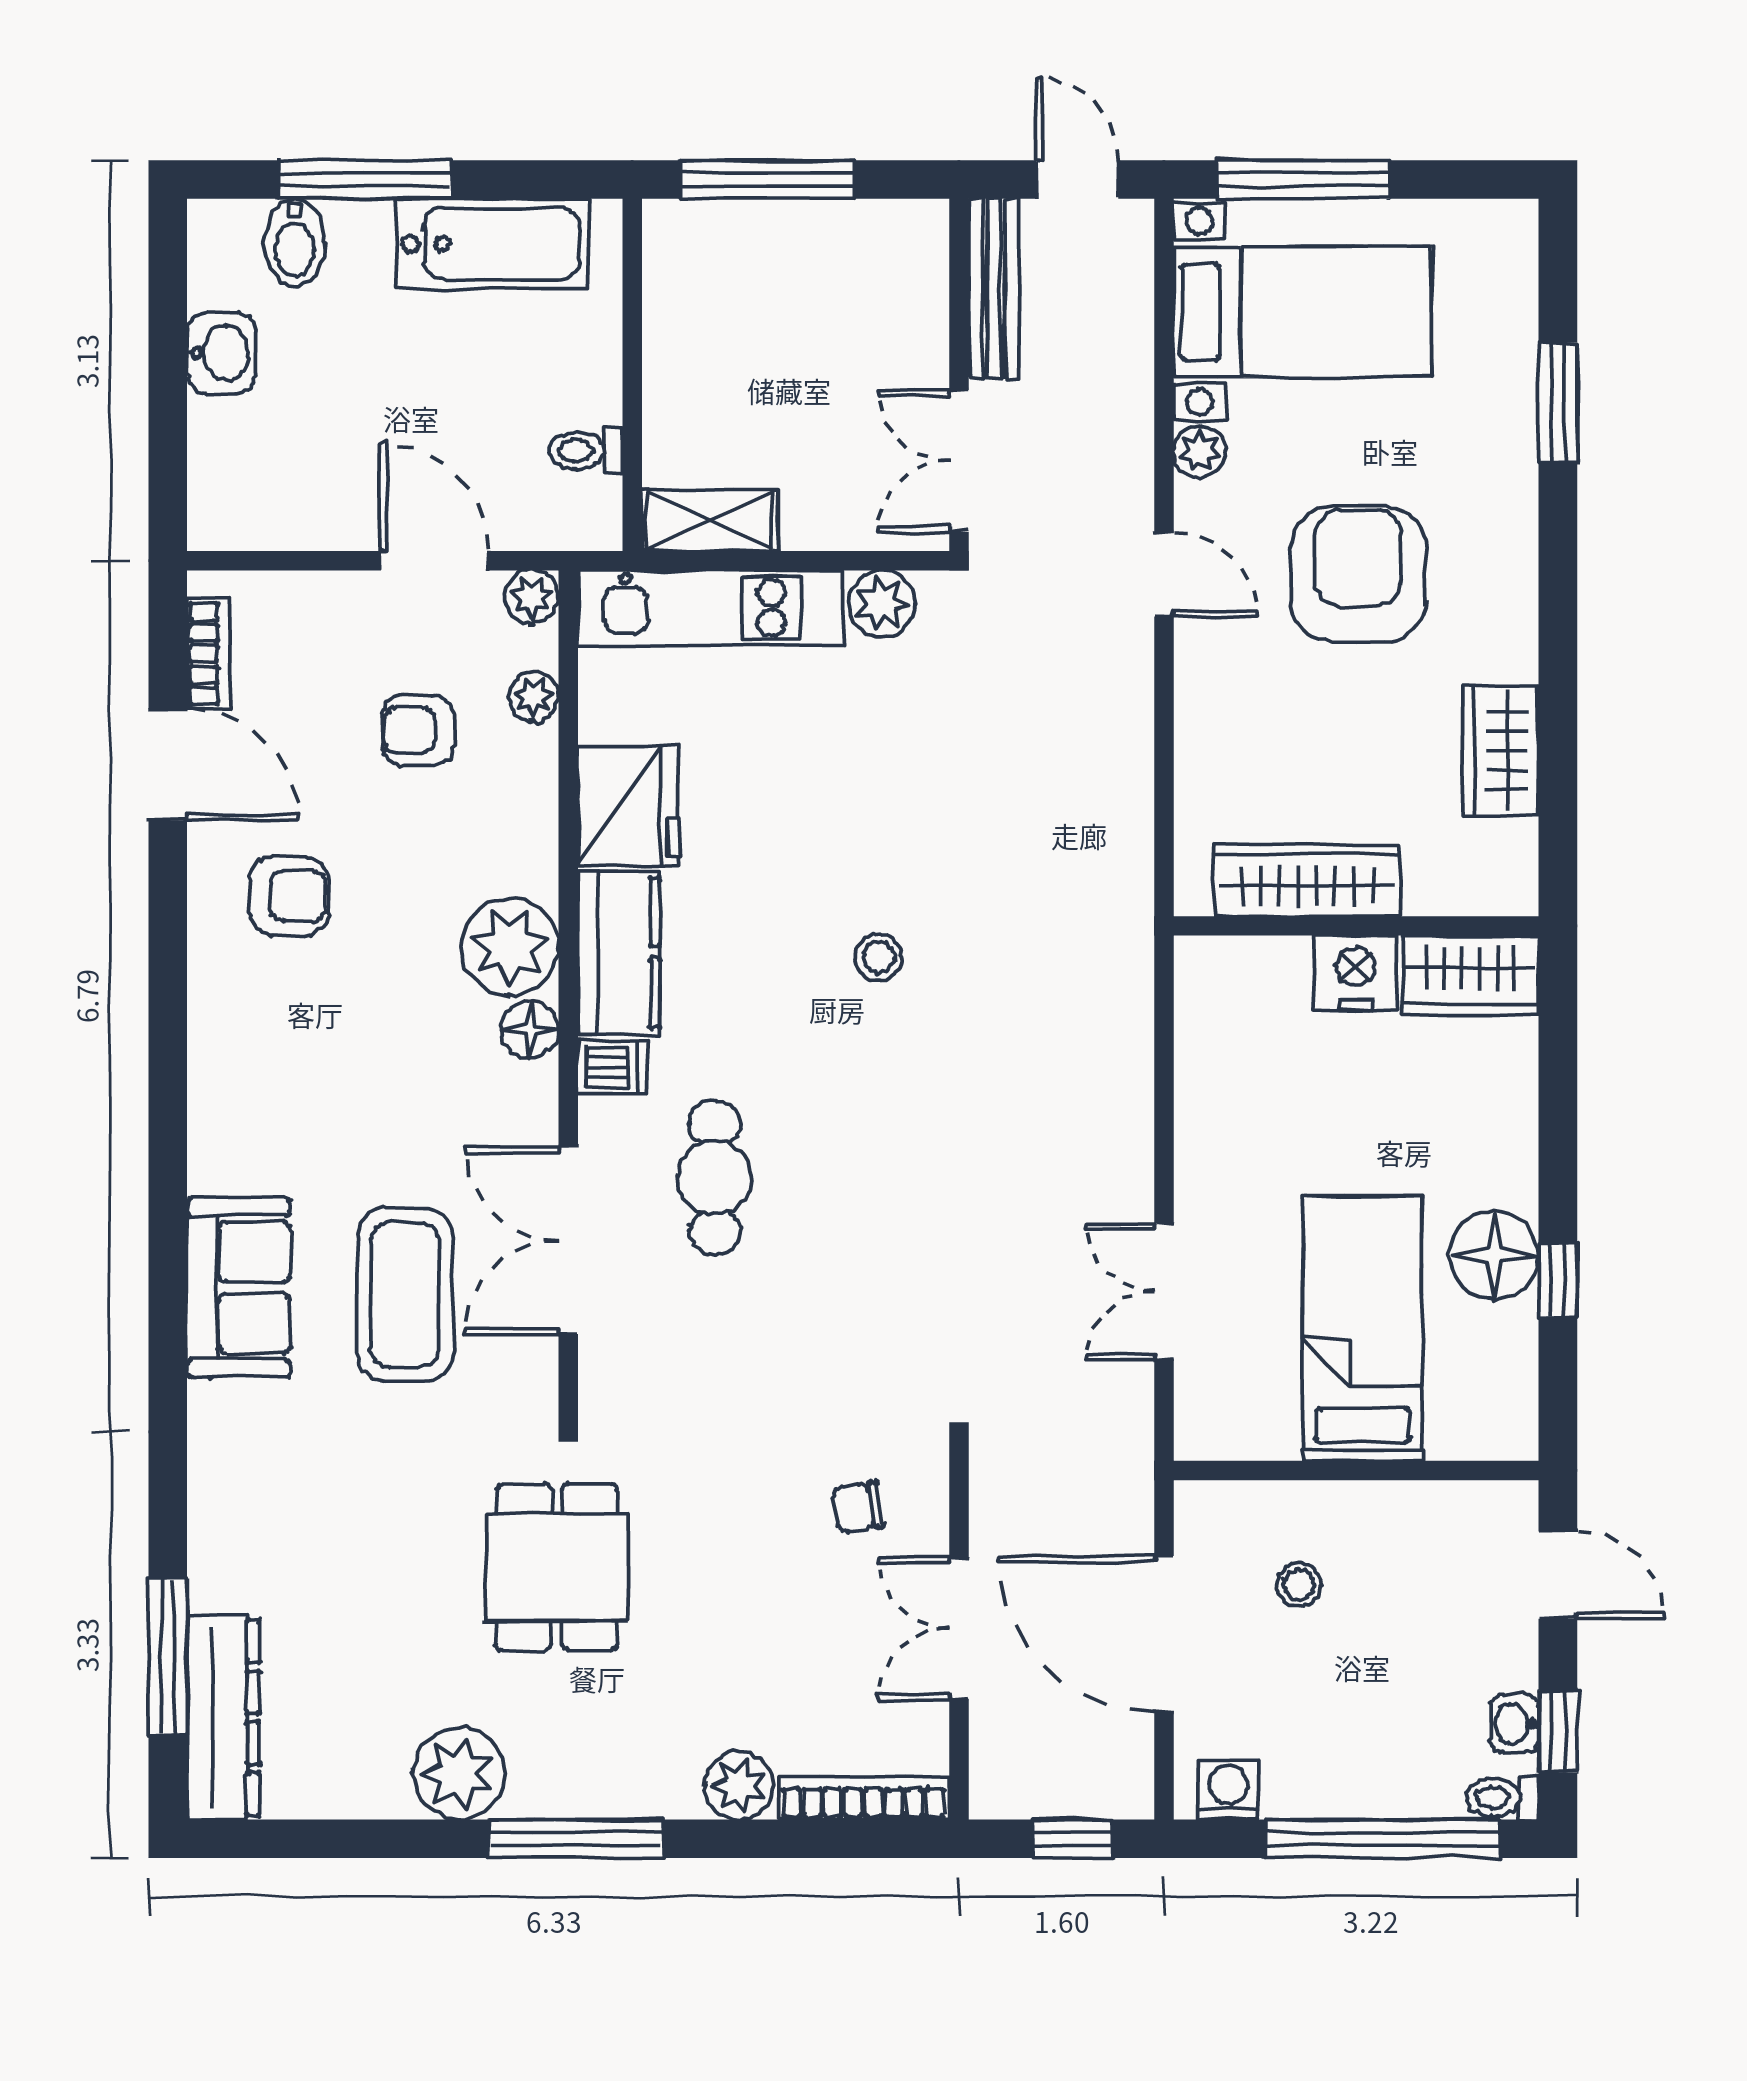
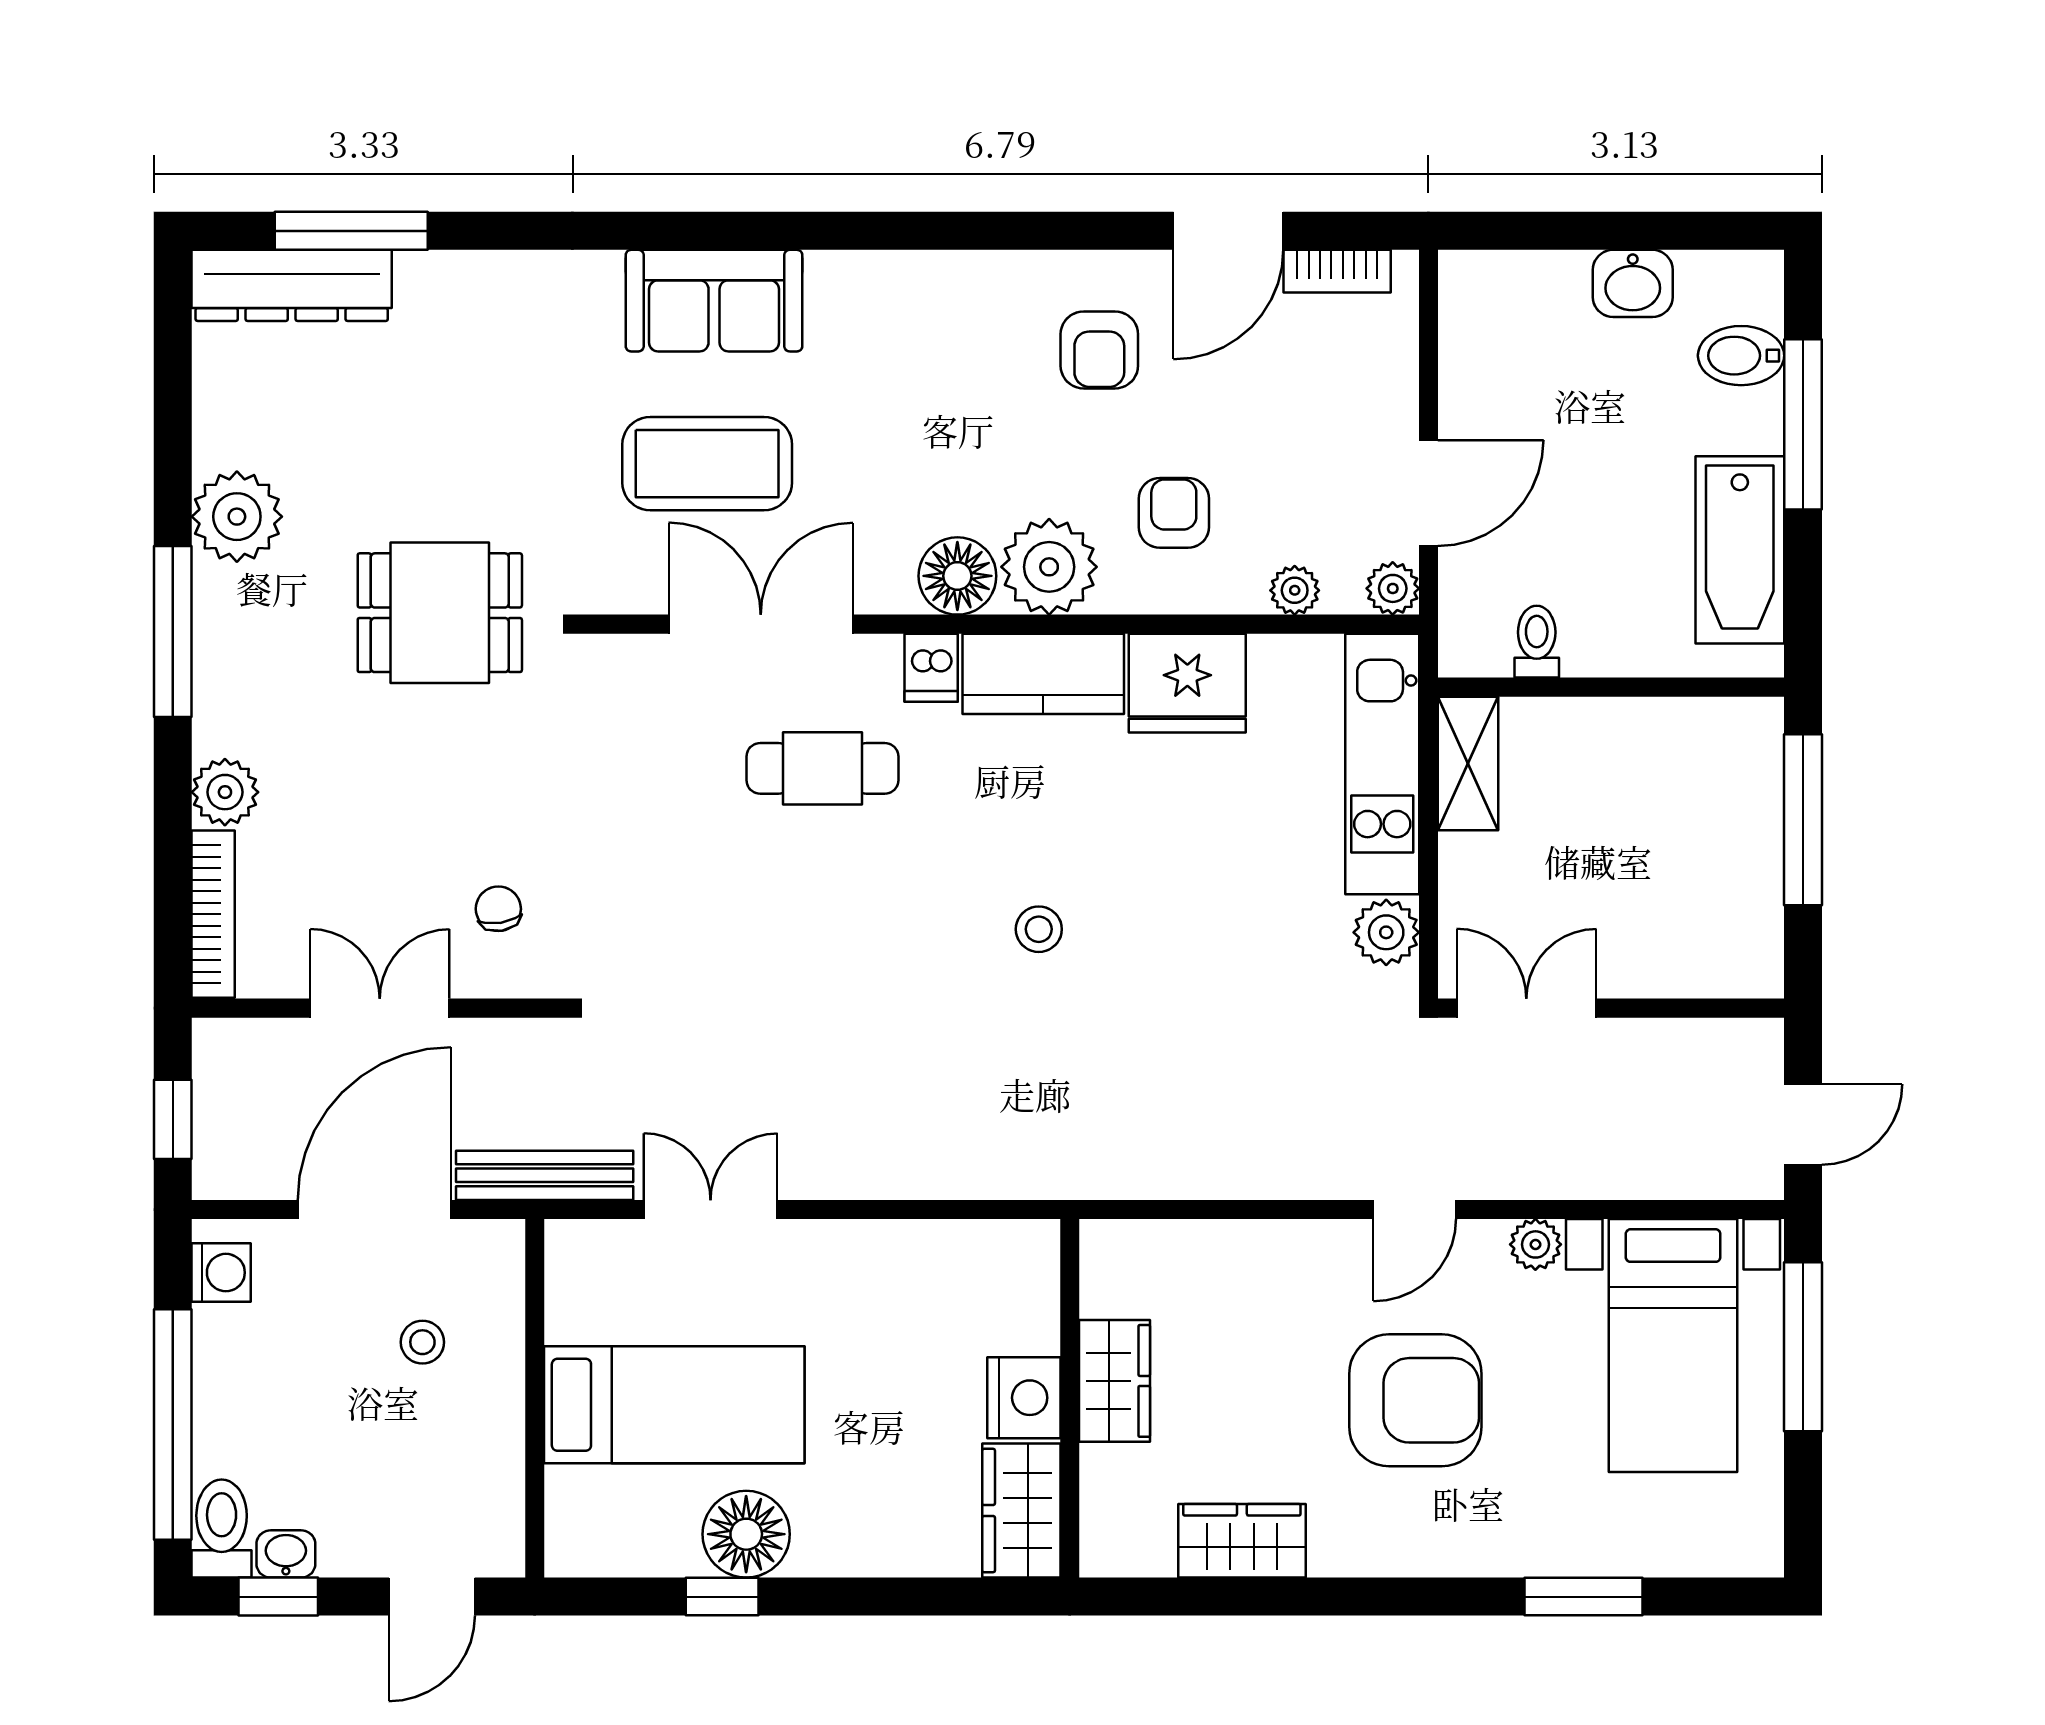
bench: (994, 289) -> (545, 1175), moved
armchair: (418, 730) -> (1174, 513), moved
wardrobe: (1307, 880) -> (1114, 1381), width x0.67
floor lamp: (530, 1029) -> (957, 576), width x1.38, depth x1.38
toilet: (1503, 1797) -> (222, 1529), width x1.37, depth x1.39

